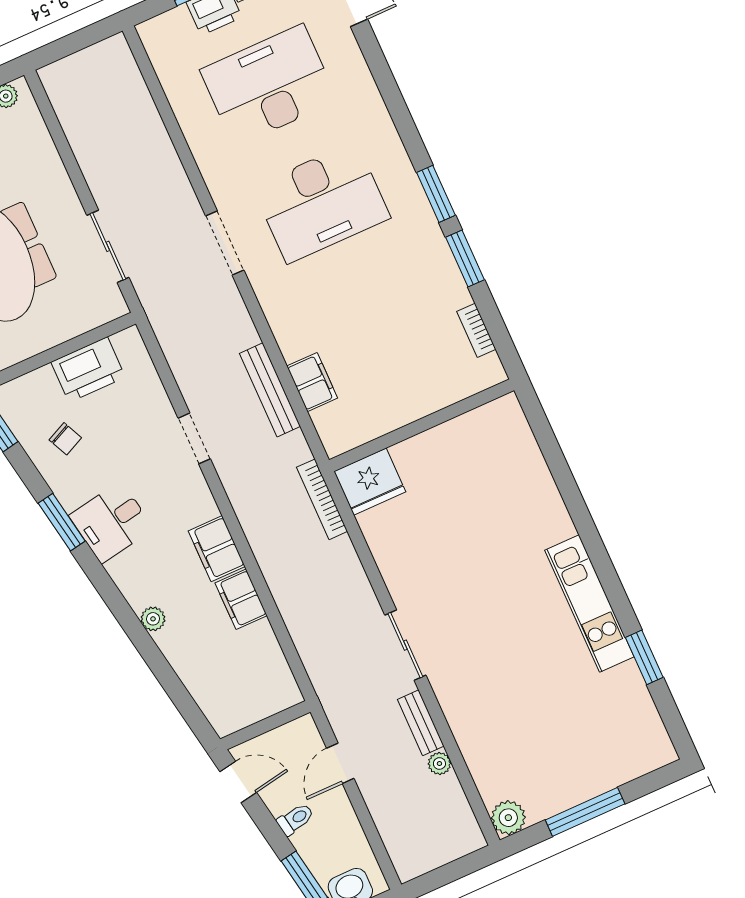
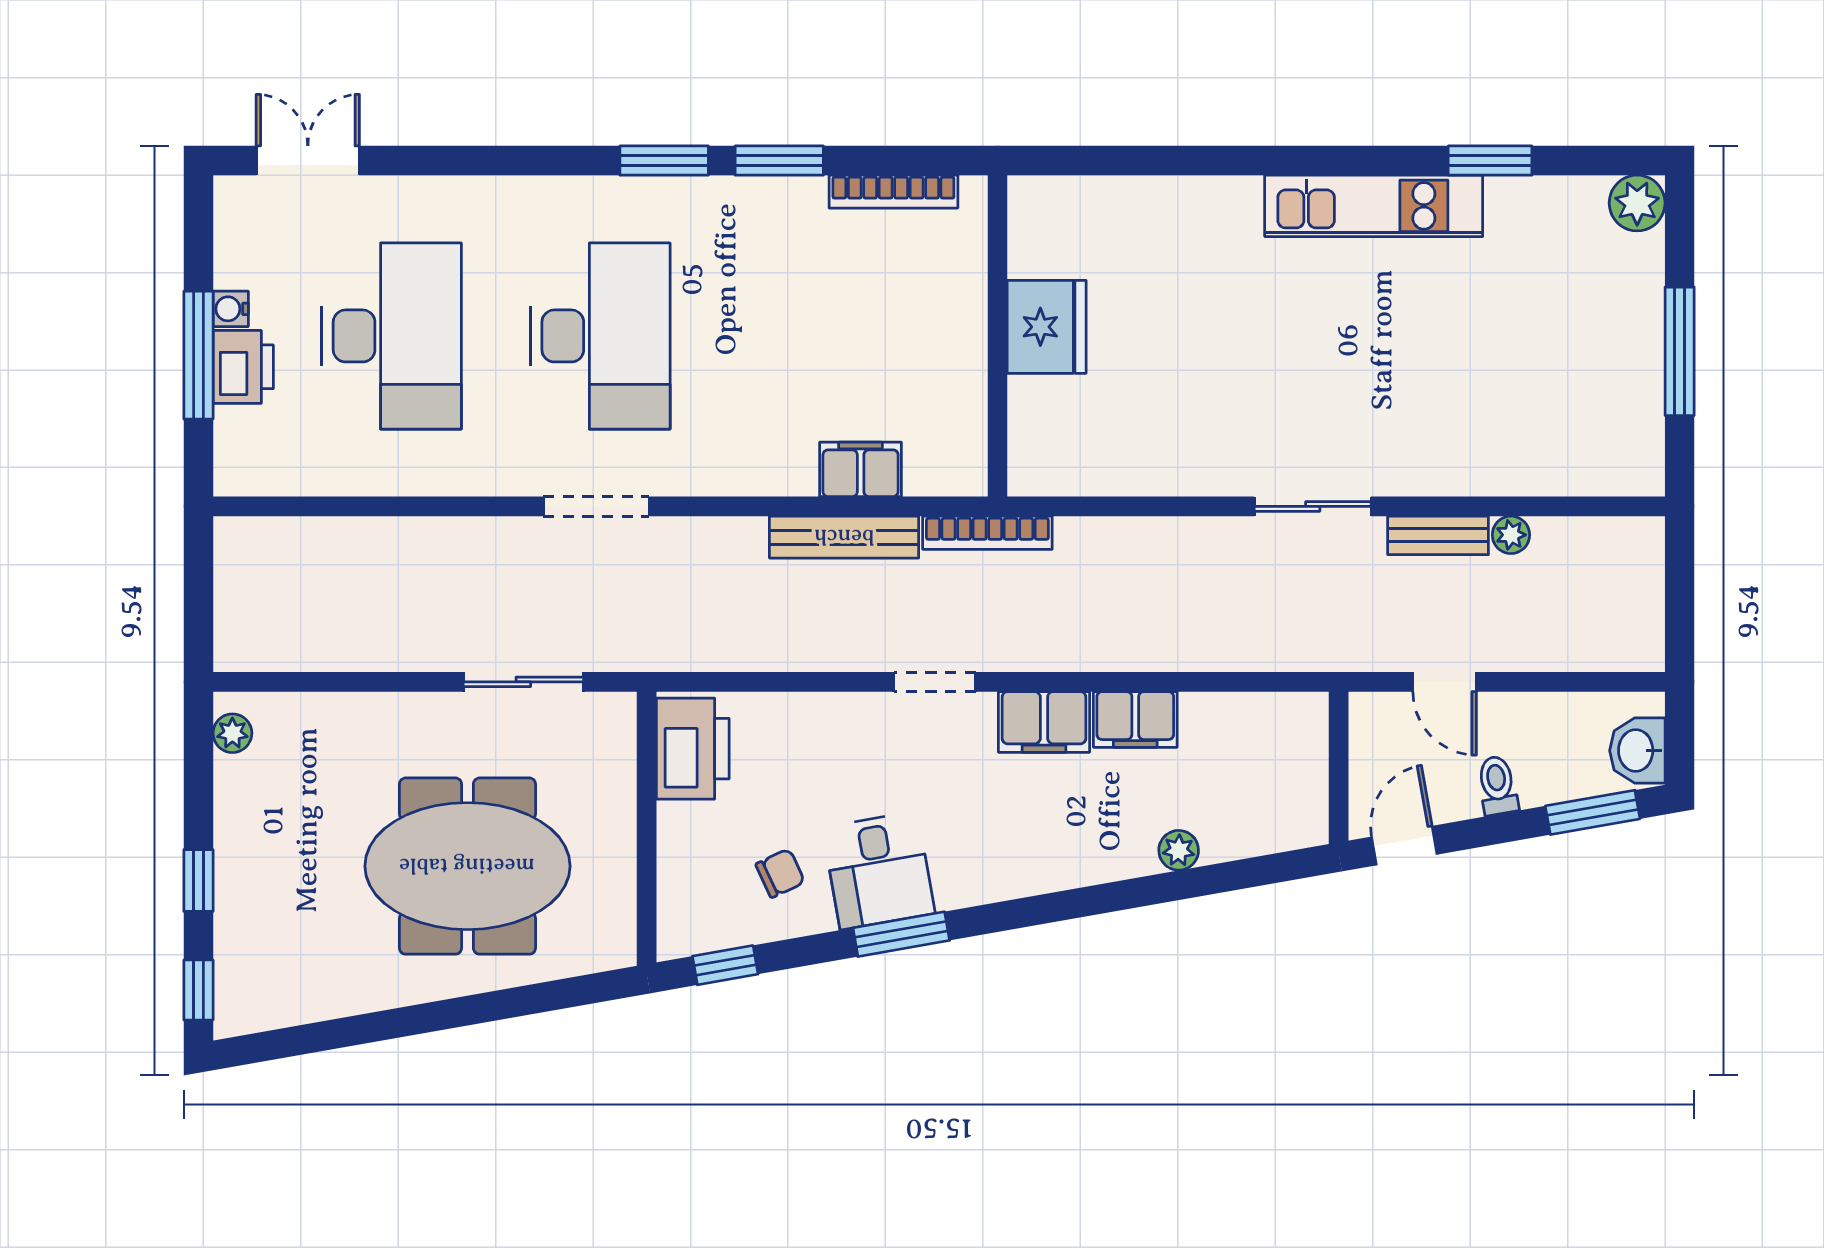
desk: (269, 85) -> (392, 336), turned 180
bookcase: (476, 330) -> (893, 192), width x1.56
printer: (88, 370) -> (693, 749), moved
doorway: (194, 438) -> (935, 682), moved
fridge: (370, 482) -> (1047, 327), moved
bookcase: (322, 499) -> (987, 533), moved
desk: (111, 522) -> (879, 870), moved
plant: (153, 619) -> (1179, 850), moved
plant: (508, 818) -> (1637, 203), moved

